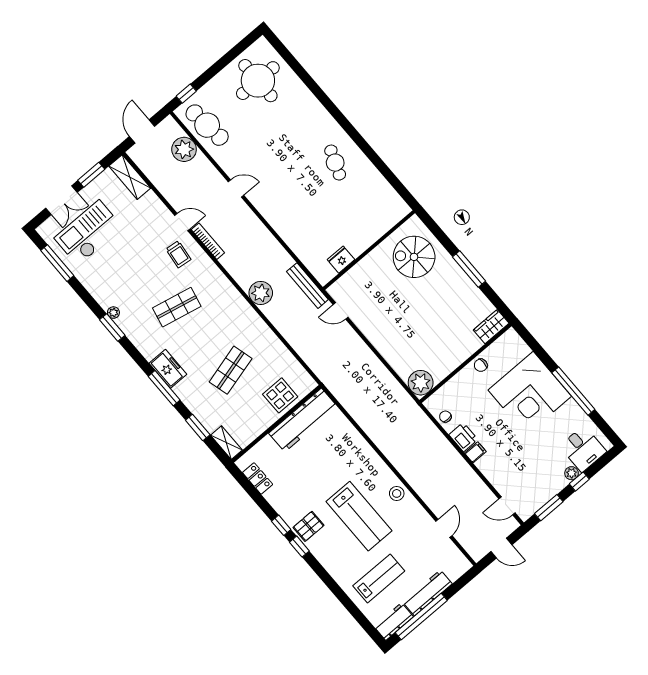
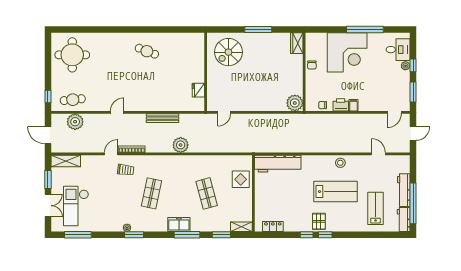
cafe table: (207, 125) -> (73, 100), width x0.73, depth x0.74
bench: (307, 286) -> (162, 118), moved
workbench: (303, 420) -> (278, 164), moved, turned 90

